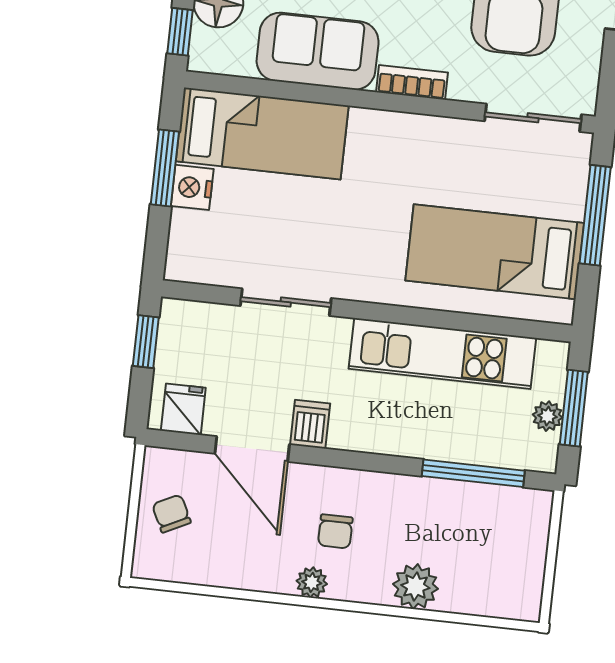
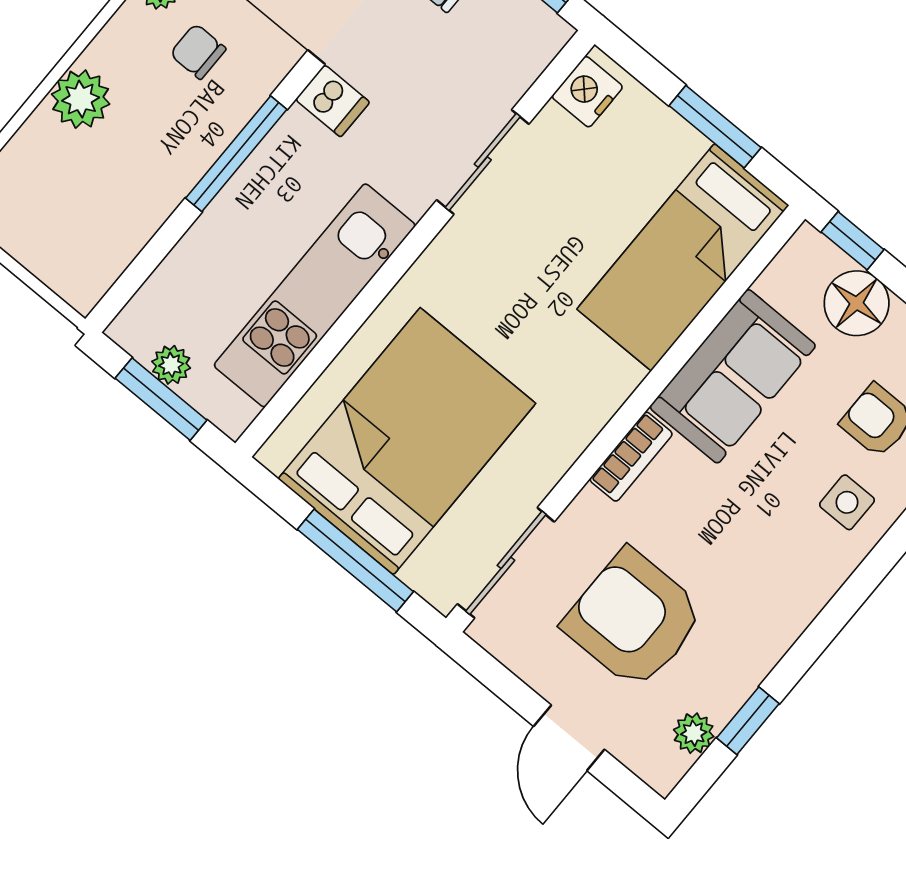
nightstand: (192, 187) -> (587, 92), moved, turned -90
bed: (495, 252) -> (407, 441), width x1.50
window: (473, 473) -> (236, 154), moved

